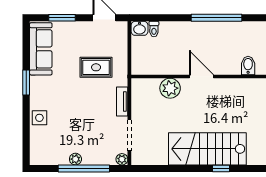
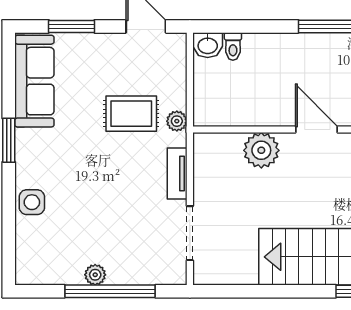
plant: (122, 159) -> (177, 121), moved

